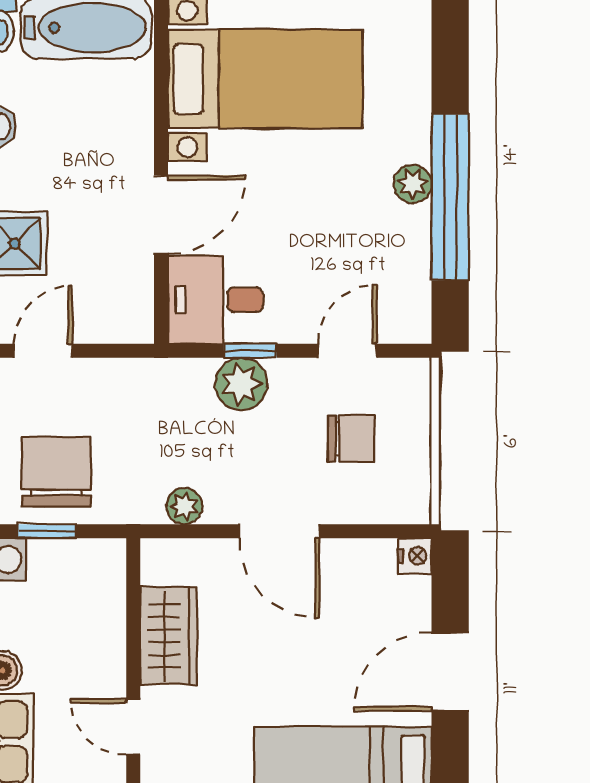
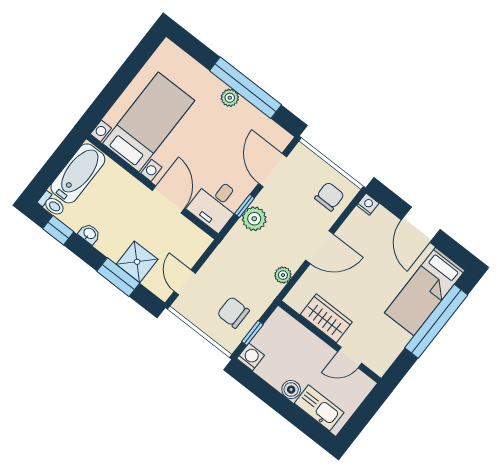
door: (347, 351) -> (273, 170), width x1.37
chair: (351, 439) -> (329, 197), moved
chair: (56, 472) -> (233, 312), width x0.73, depth x0.73

